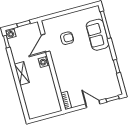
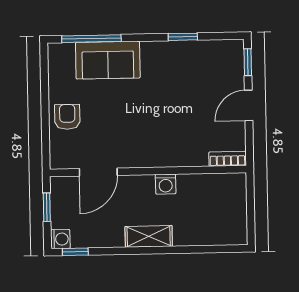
armchair: (67, 38) -> (67, 117), moved
door: (45, 43) -> (98, 172), hinge flipped
washing machine: (44, 62) -> (166, 184), moved

